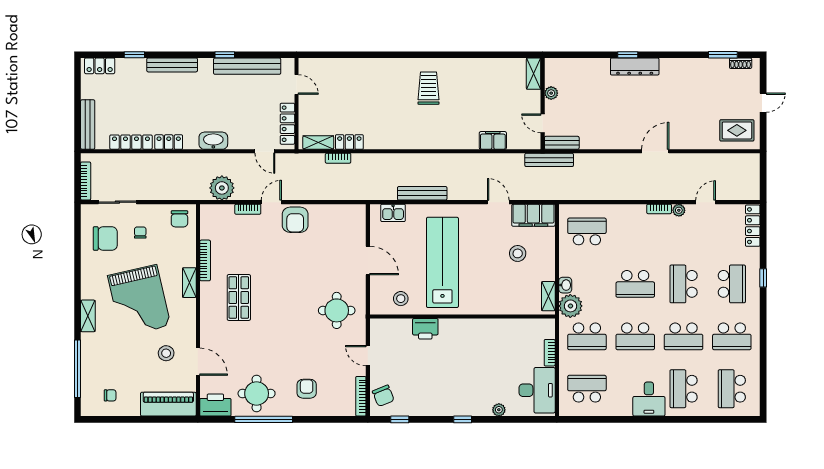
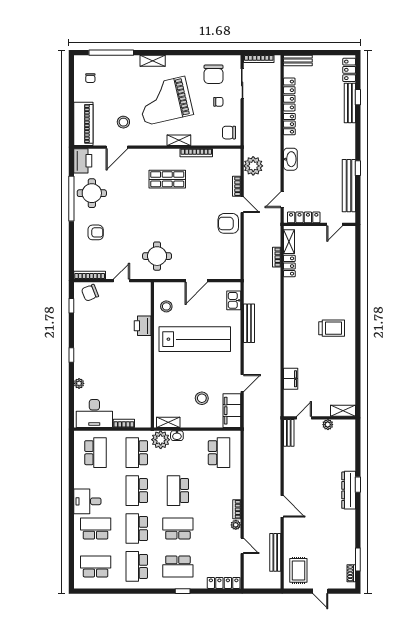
bench: (172, 65) -> (350, 103), moved
bench: (88, 125) -> (298, 60), width x0.73
bench: (549, 160) -> (275, 552), moved

